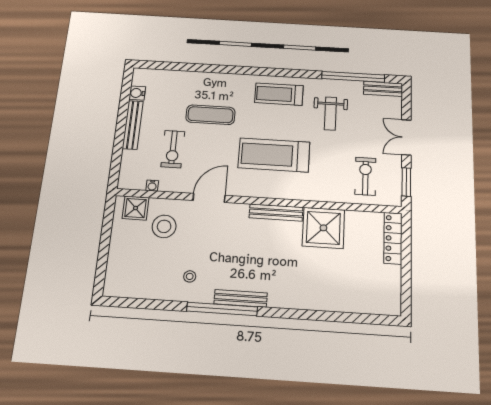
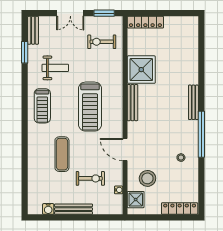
window: (353, 77) -> (25, 52), width x0.47
locker: (114, 269) -> (180, 208), added
bench: (241, 298) -> (193, 102), moved

